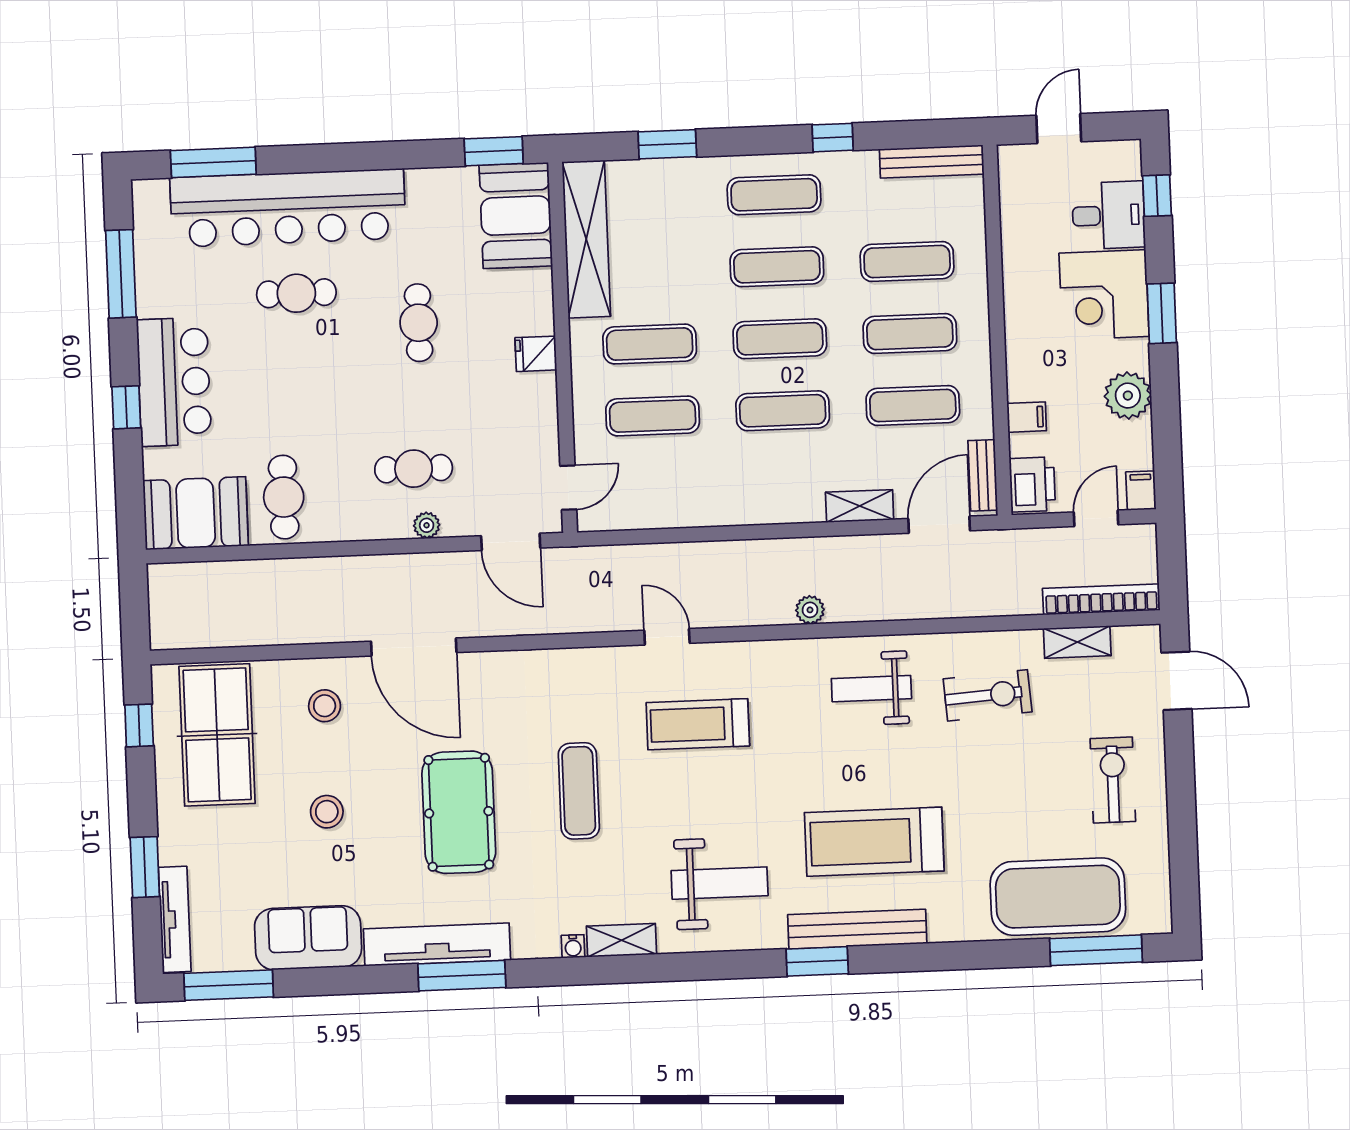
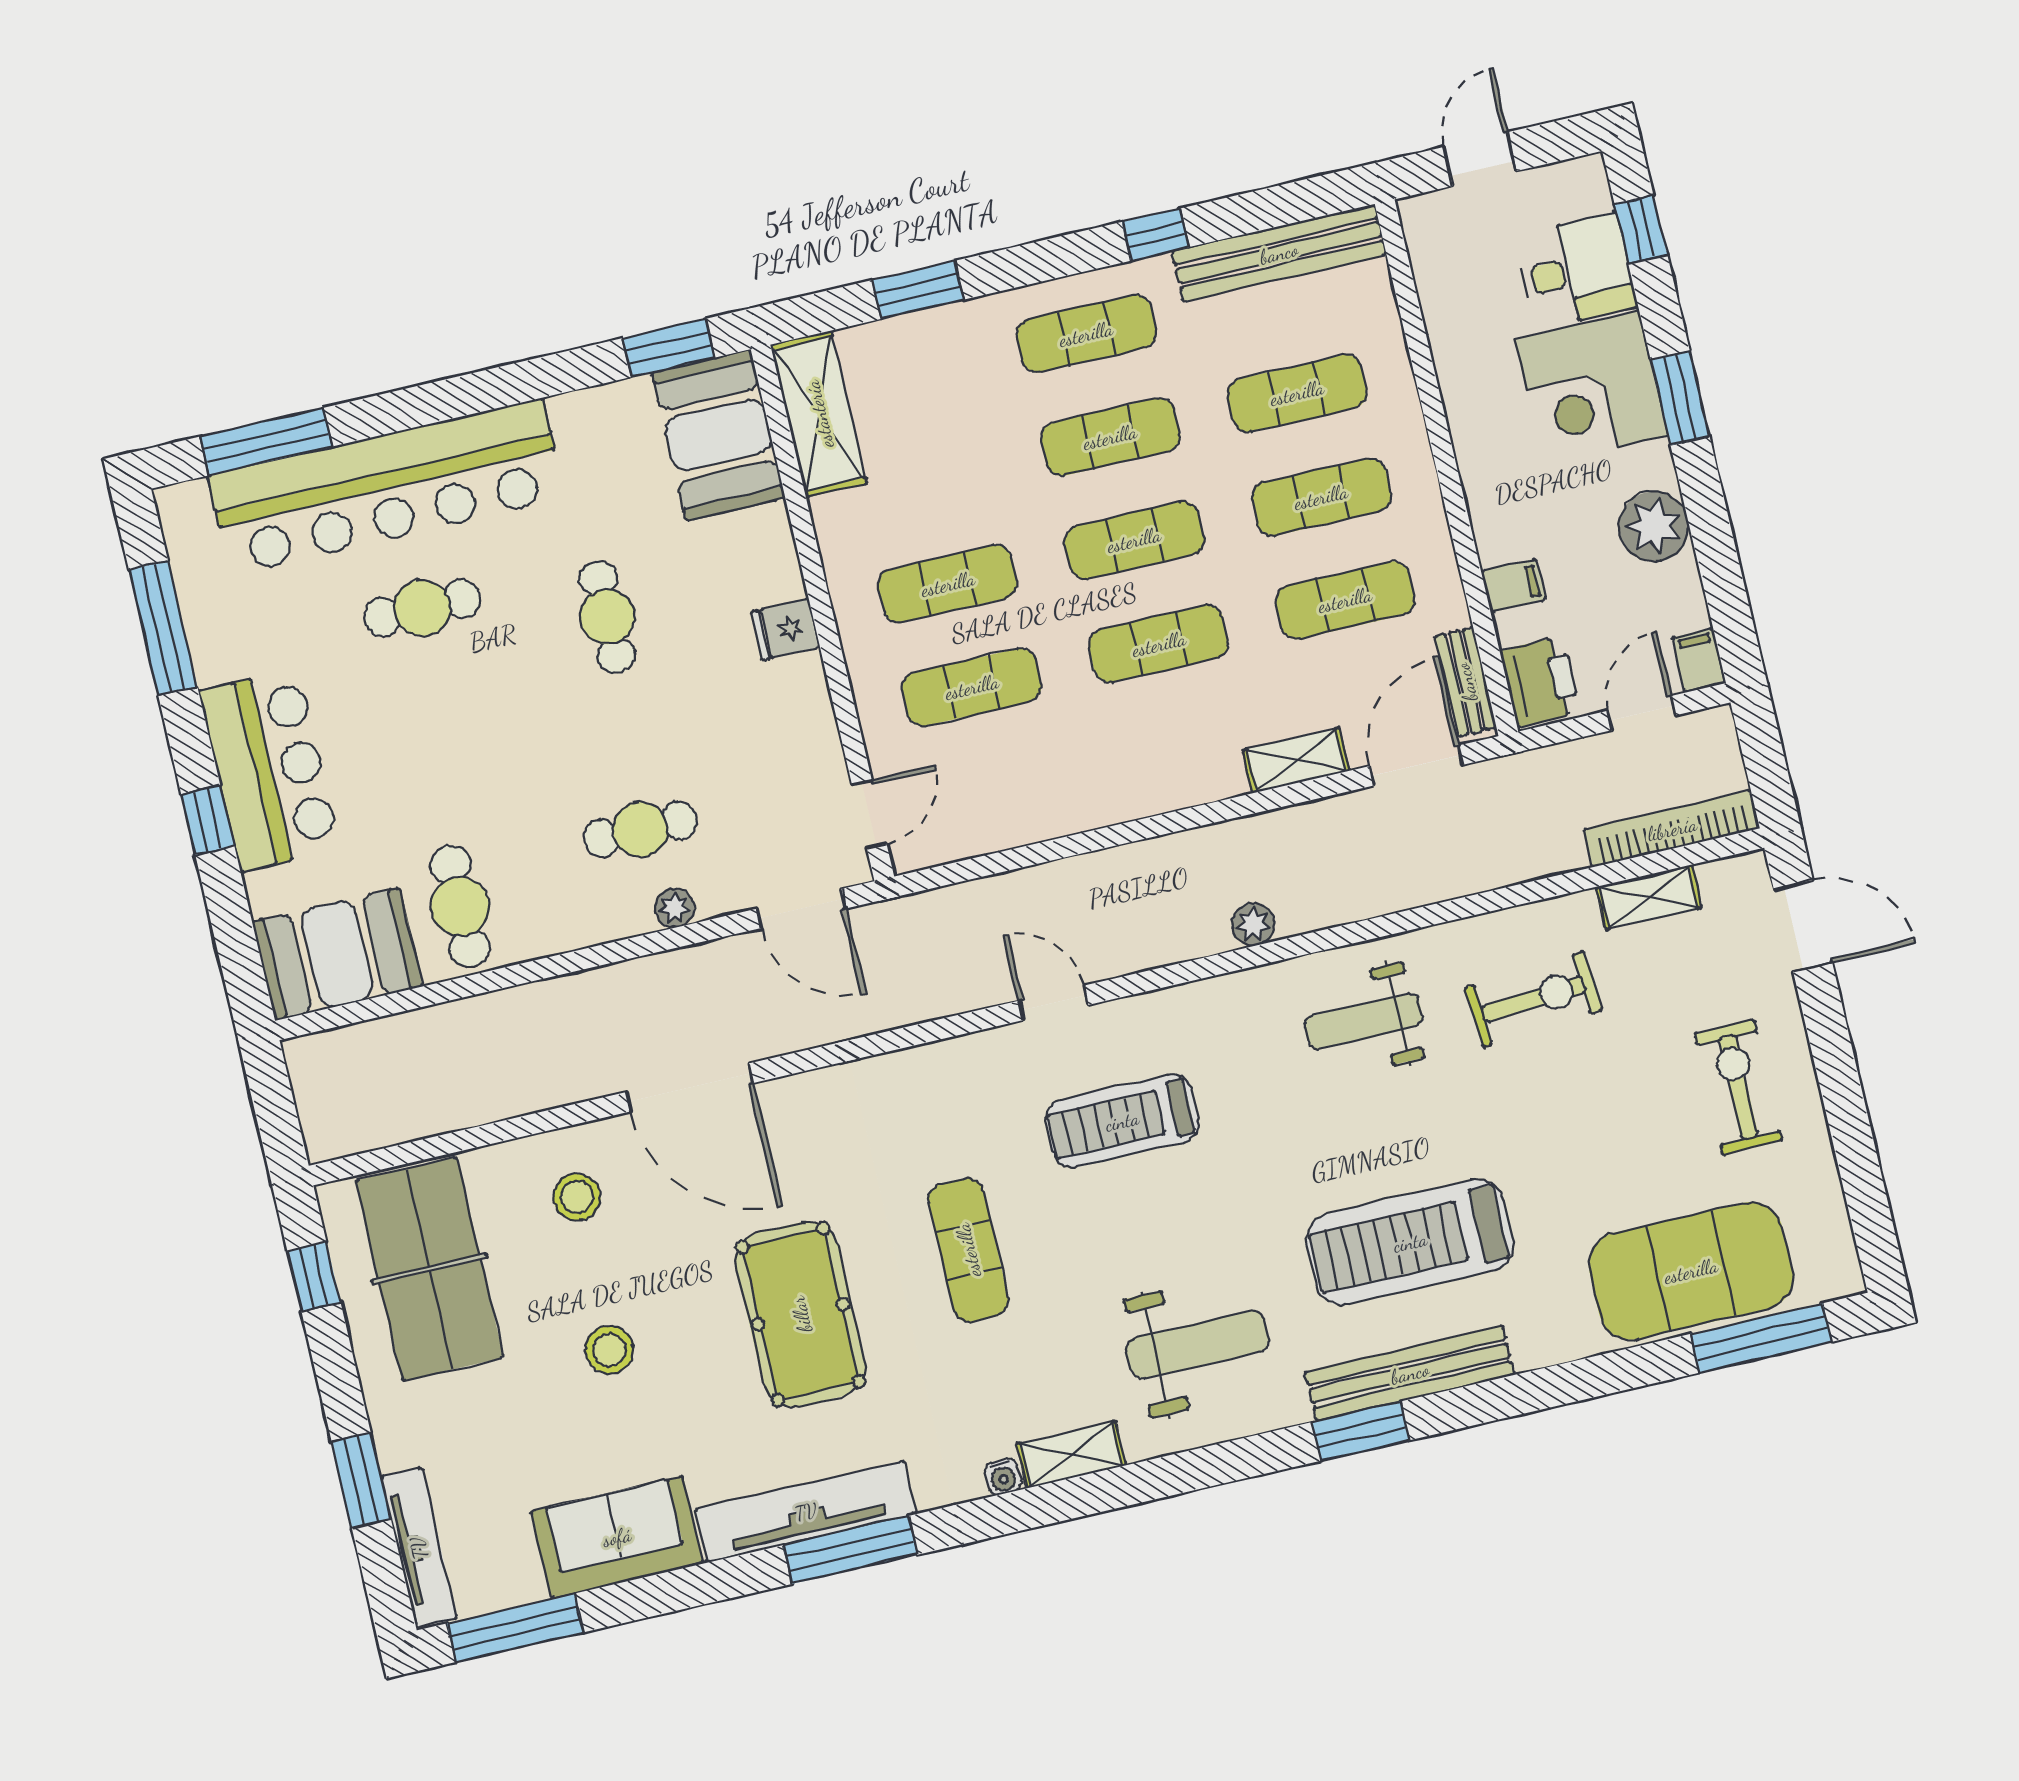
bench: (932, 162) -> (1279, 253), width x1.37, depth x1.21
shelving: (586, 239) -> (819, 414), width x0.68

